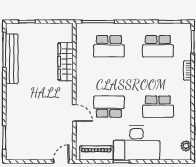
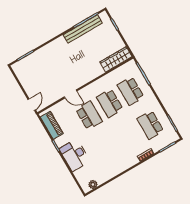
wardrobe: (66, 62) -> (116, 59), moved
school desk: (158, 107) -> (110, 103), moved
door: (74, 113) -> (71, 94), hinge flipped
desk: (137, 143) -> (75, 155), width x0.73, depth x0.77
door: (61, 162) -> (32, 105), hinge flipped

